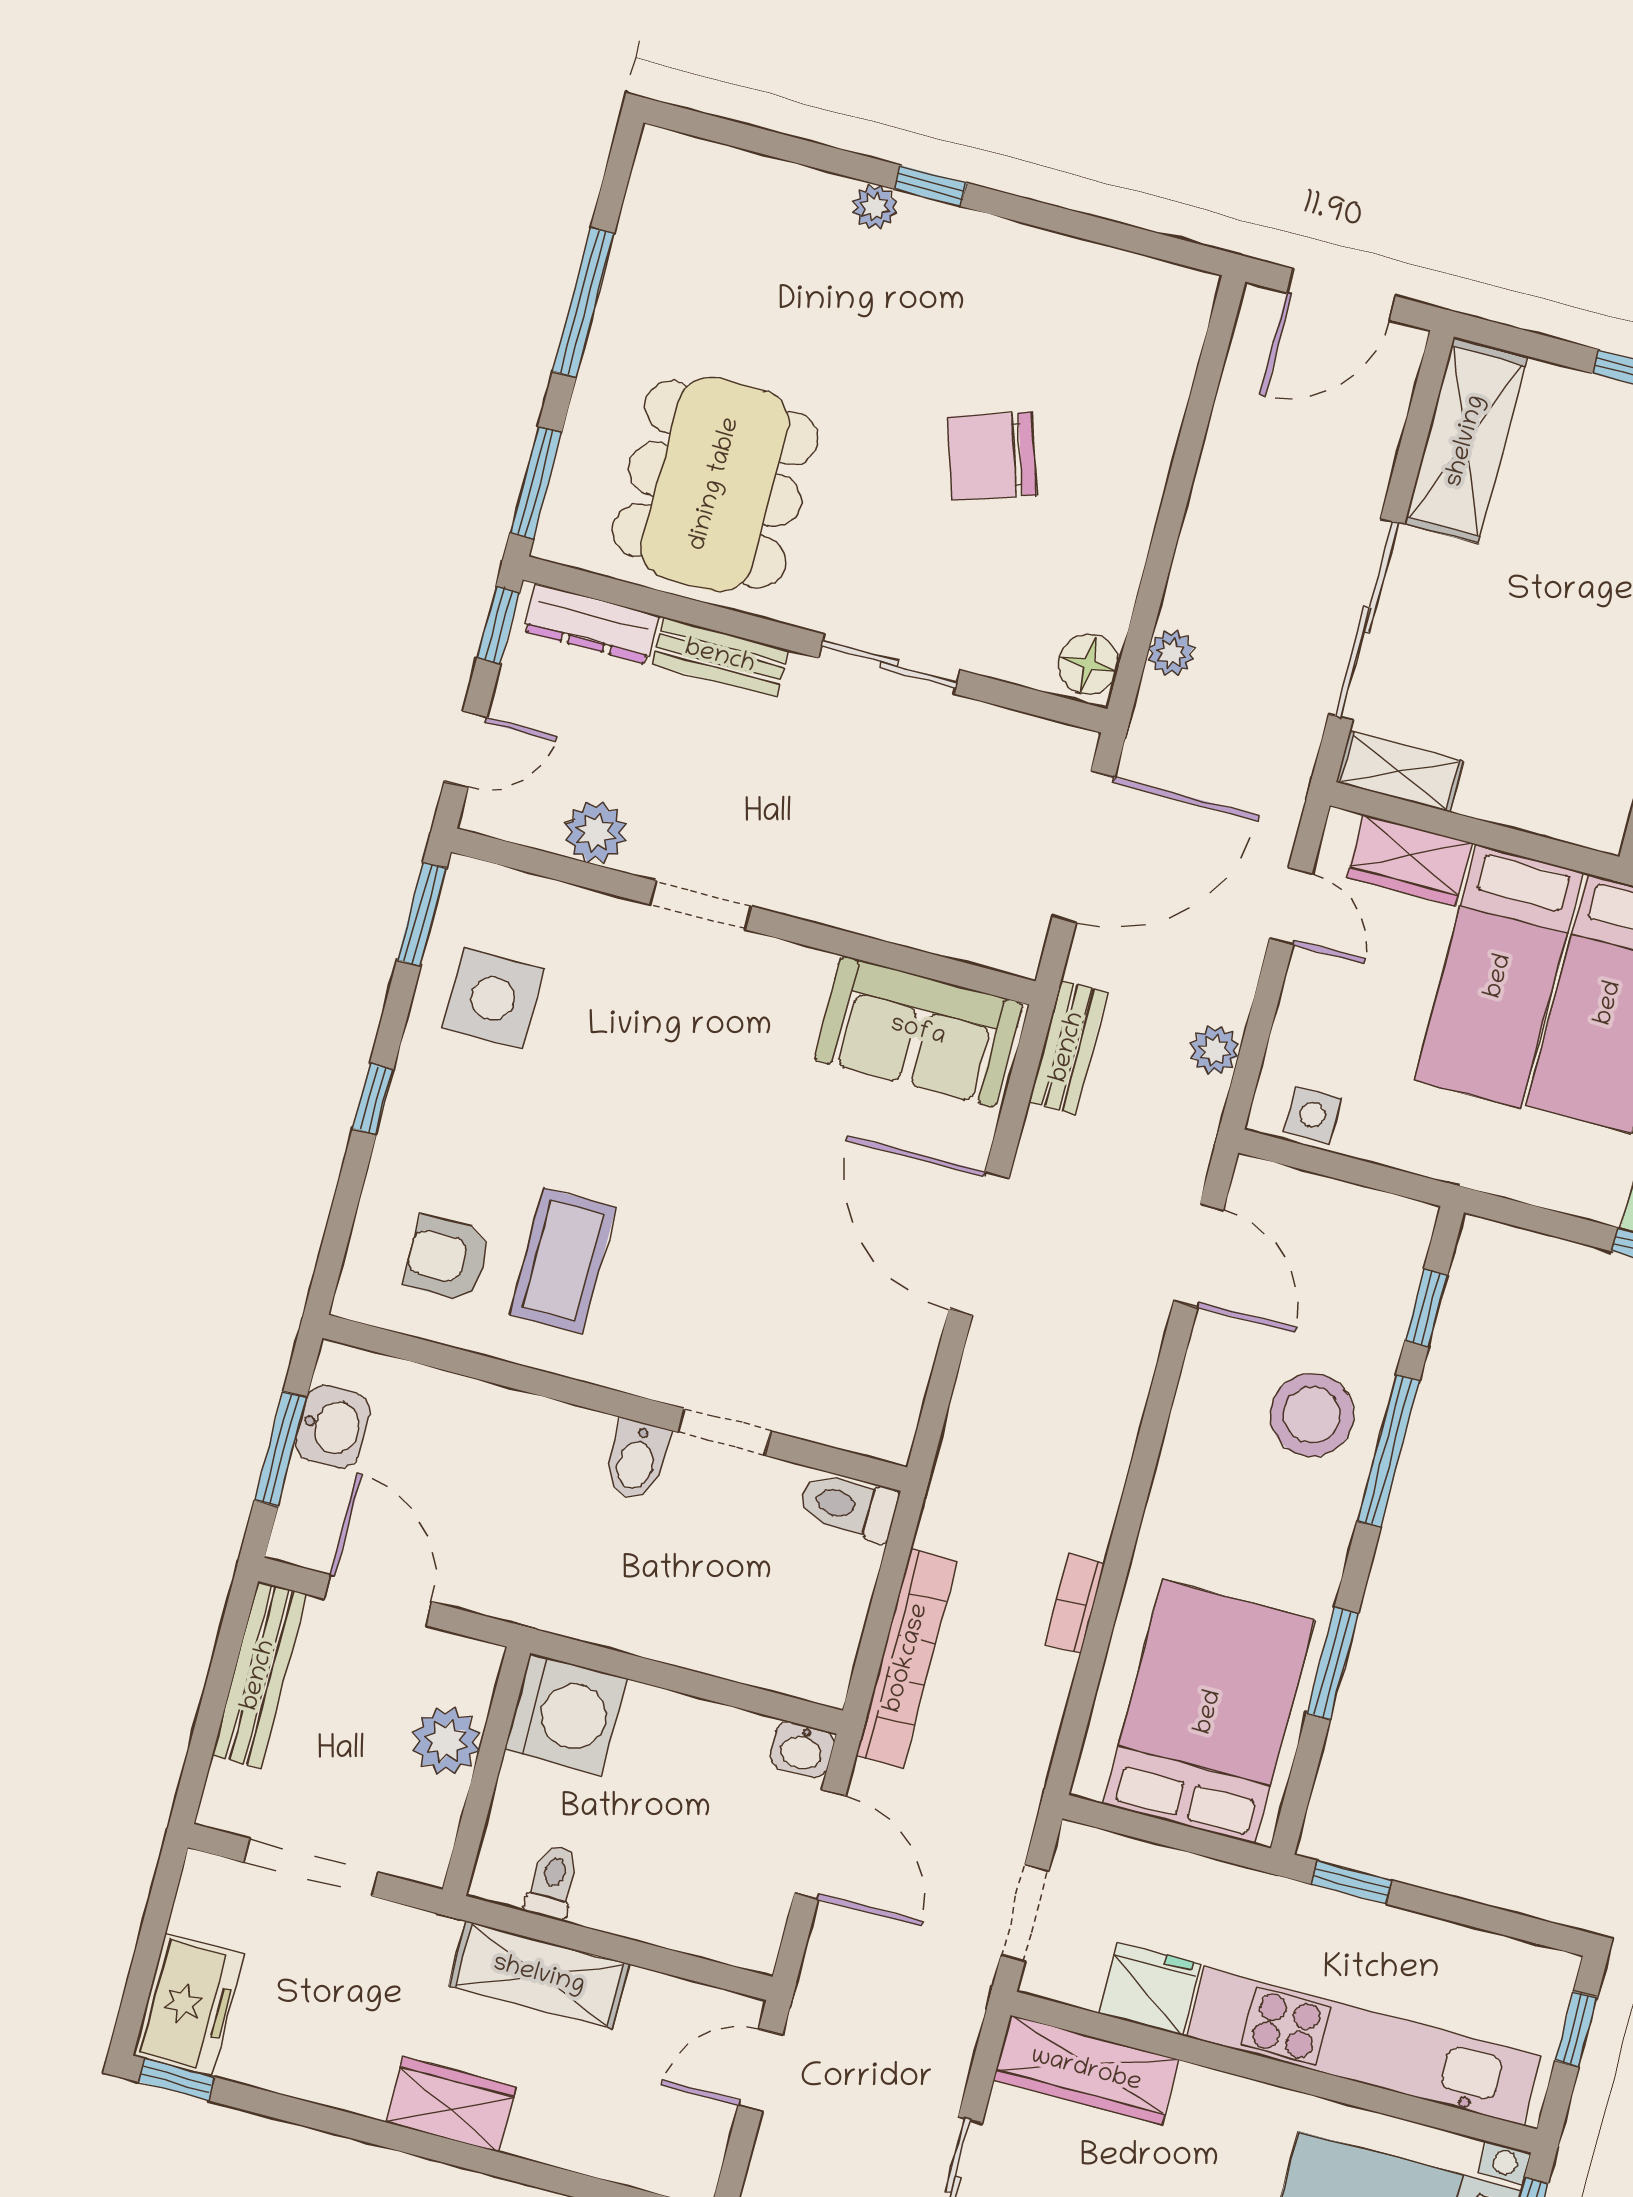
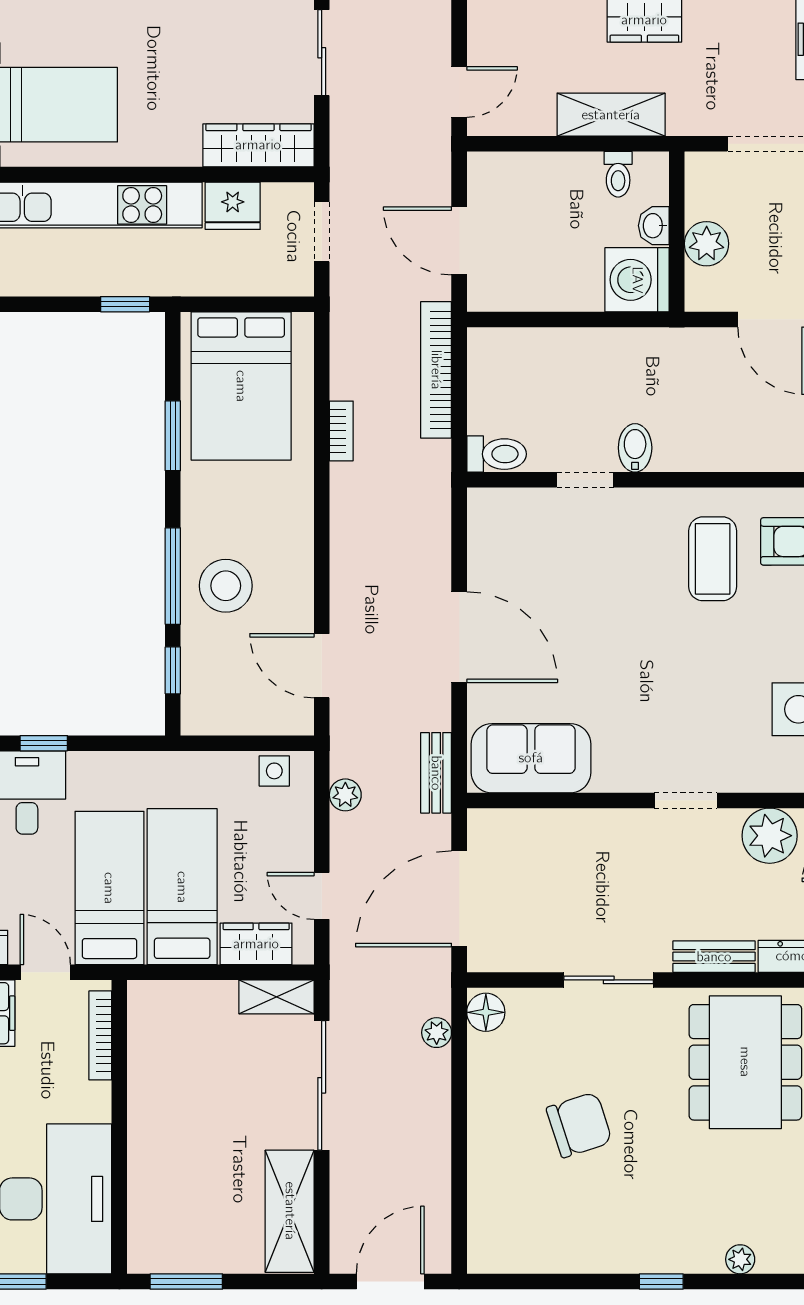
plant: (875, 207) -> (740, 1259), moved
plant: (596, 832) -> (770, 836), width x1.36, depth x1.36
washbasin: (802, 1750) -> (654, 226), moved, turned -90

